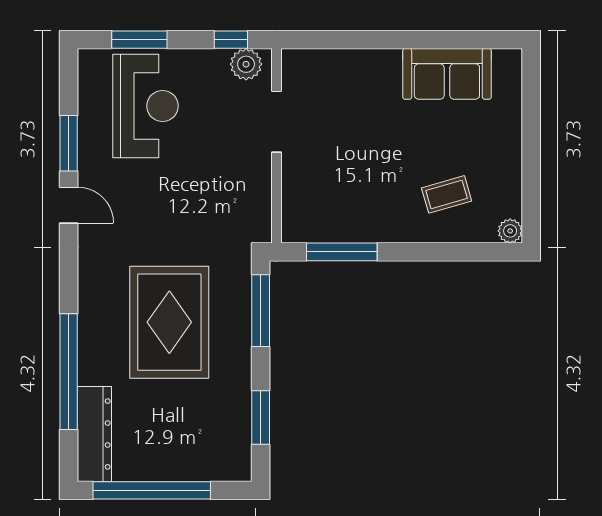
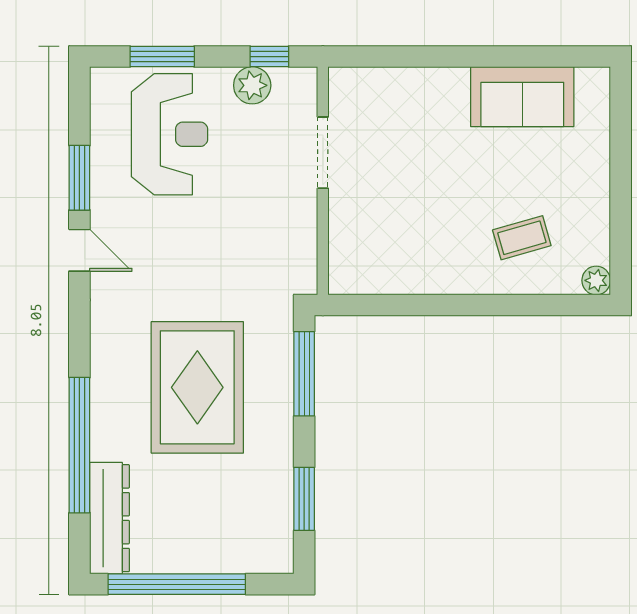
plant: (246, 64) -> (252, 85), moved
window: (342, 252) -> (399, 305), removed

